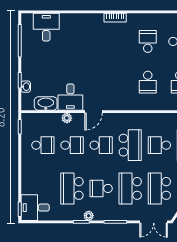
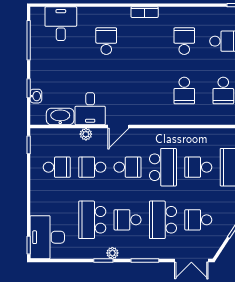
school desk: (84, 41) -> (106, 41), added
school desk: (72, 145) -> (92, 167), turned 180
school desk: (159, 188) -> (198, 220), width x0.54
desk: (35, 208) -> (47, 237), width x1.37

